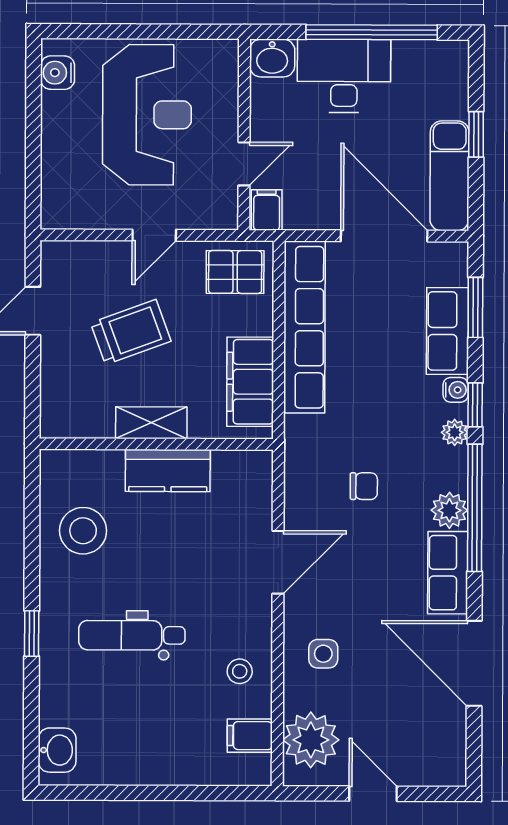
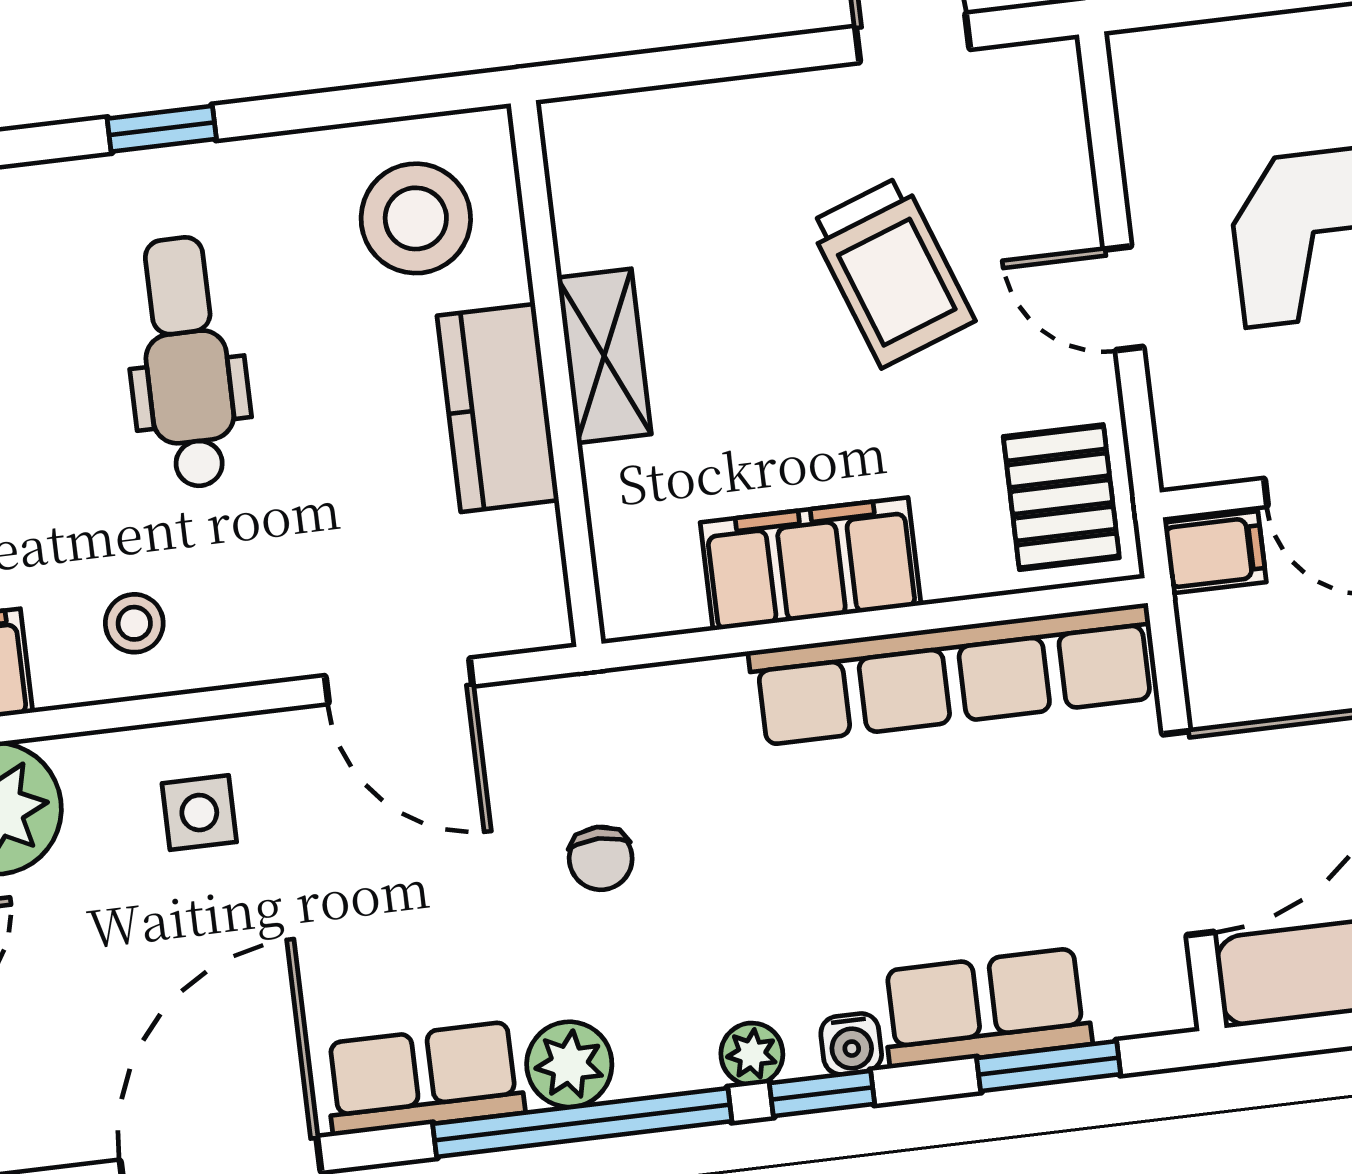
shelving: (151, 423) -> (604, 356), moved
wall: (156, 444) -> (556, 374), moved
kitchen counter: (168, 471) -> (498, 408), moved

